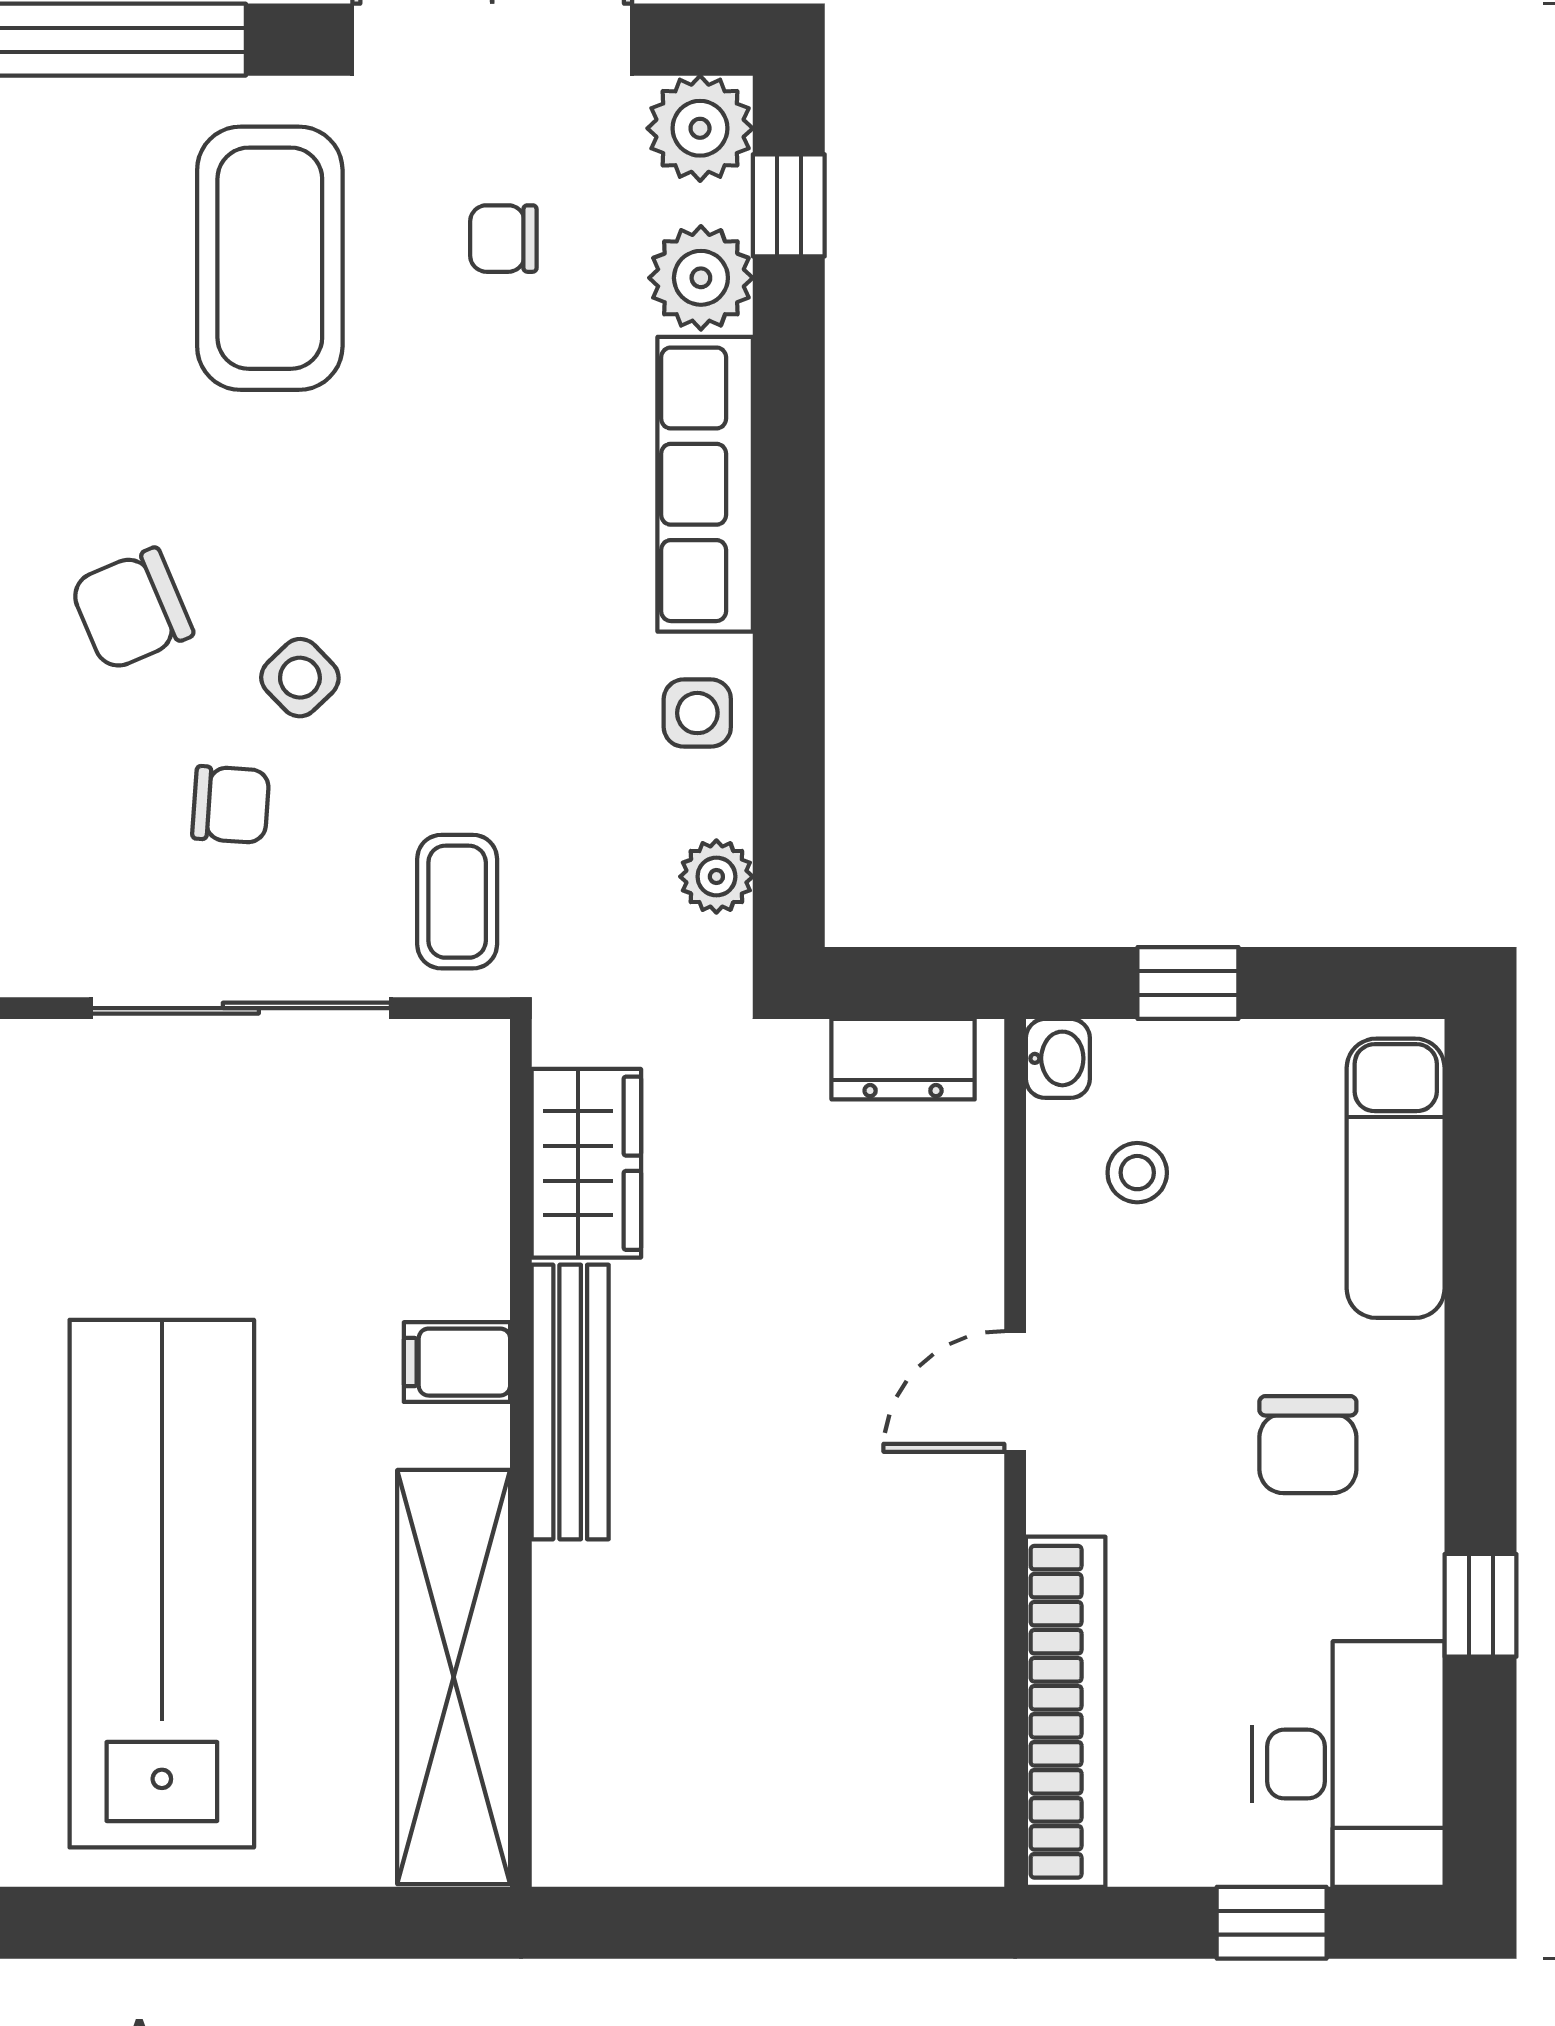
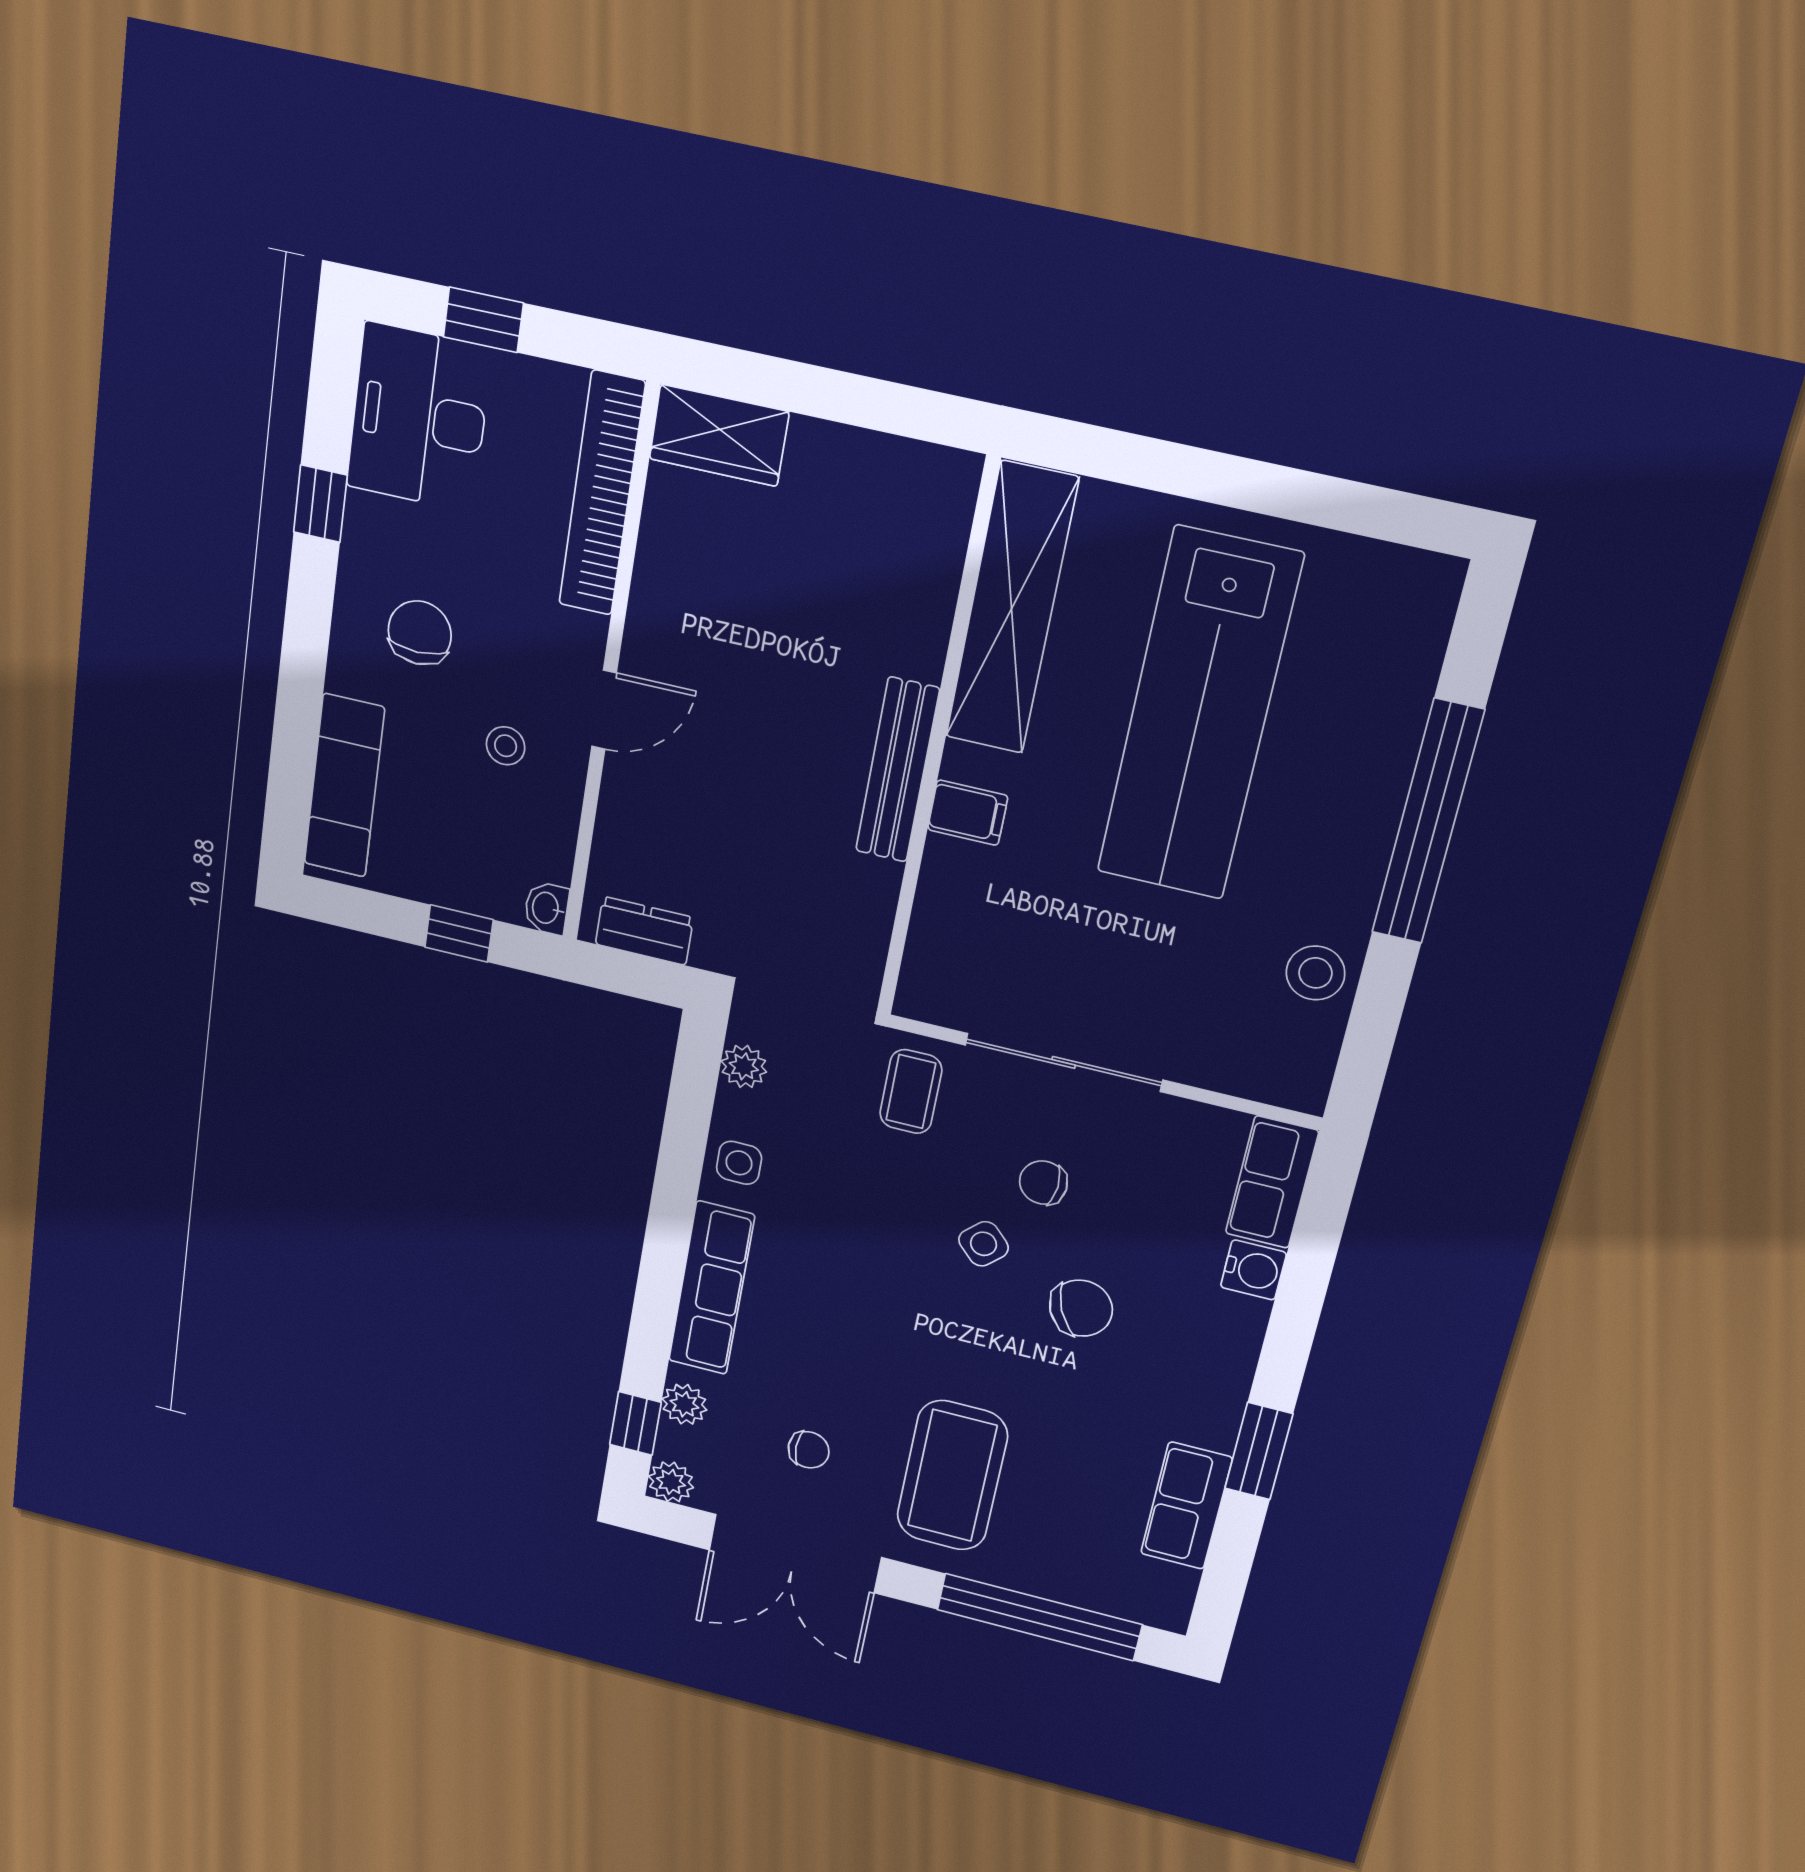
plant: (700, 128) -> (671, 1482), width x0.73, depth x0.73
plant: (701, 278) -> (684, 1404), width x0.73, depth x0.73
wardrobe: (586, 1163) -> (719, 435), moved, turned -90
stool: (1137, 1173) -> (506, 746), moved

